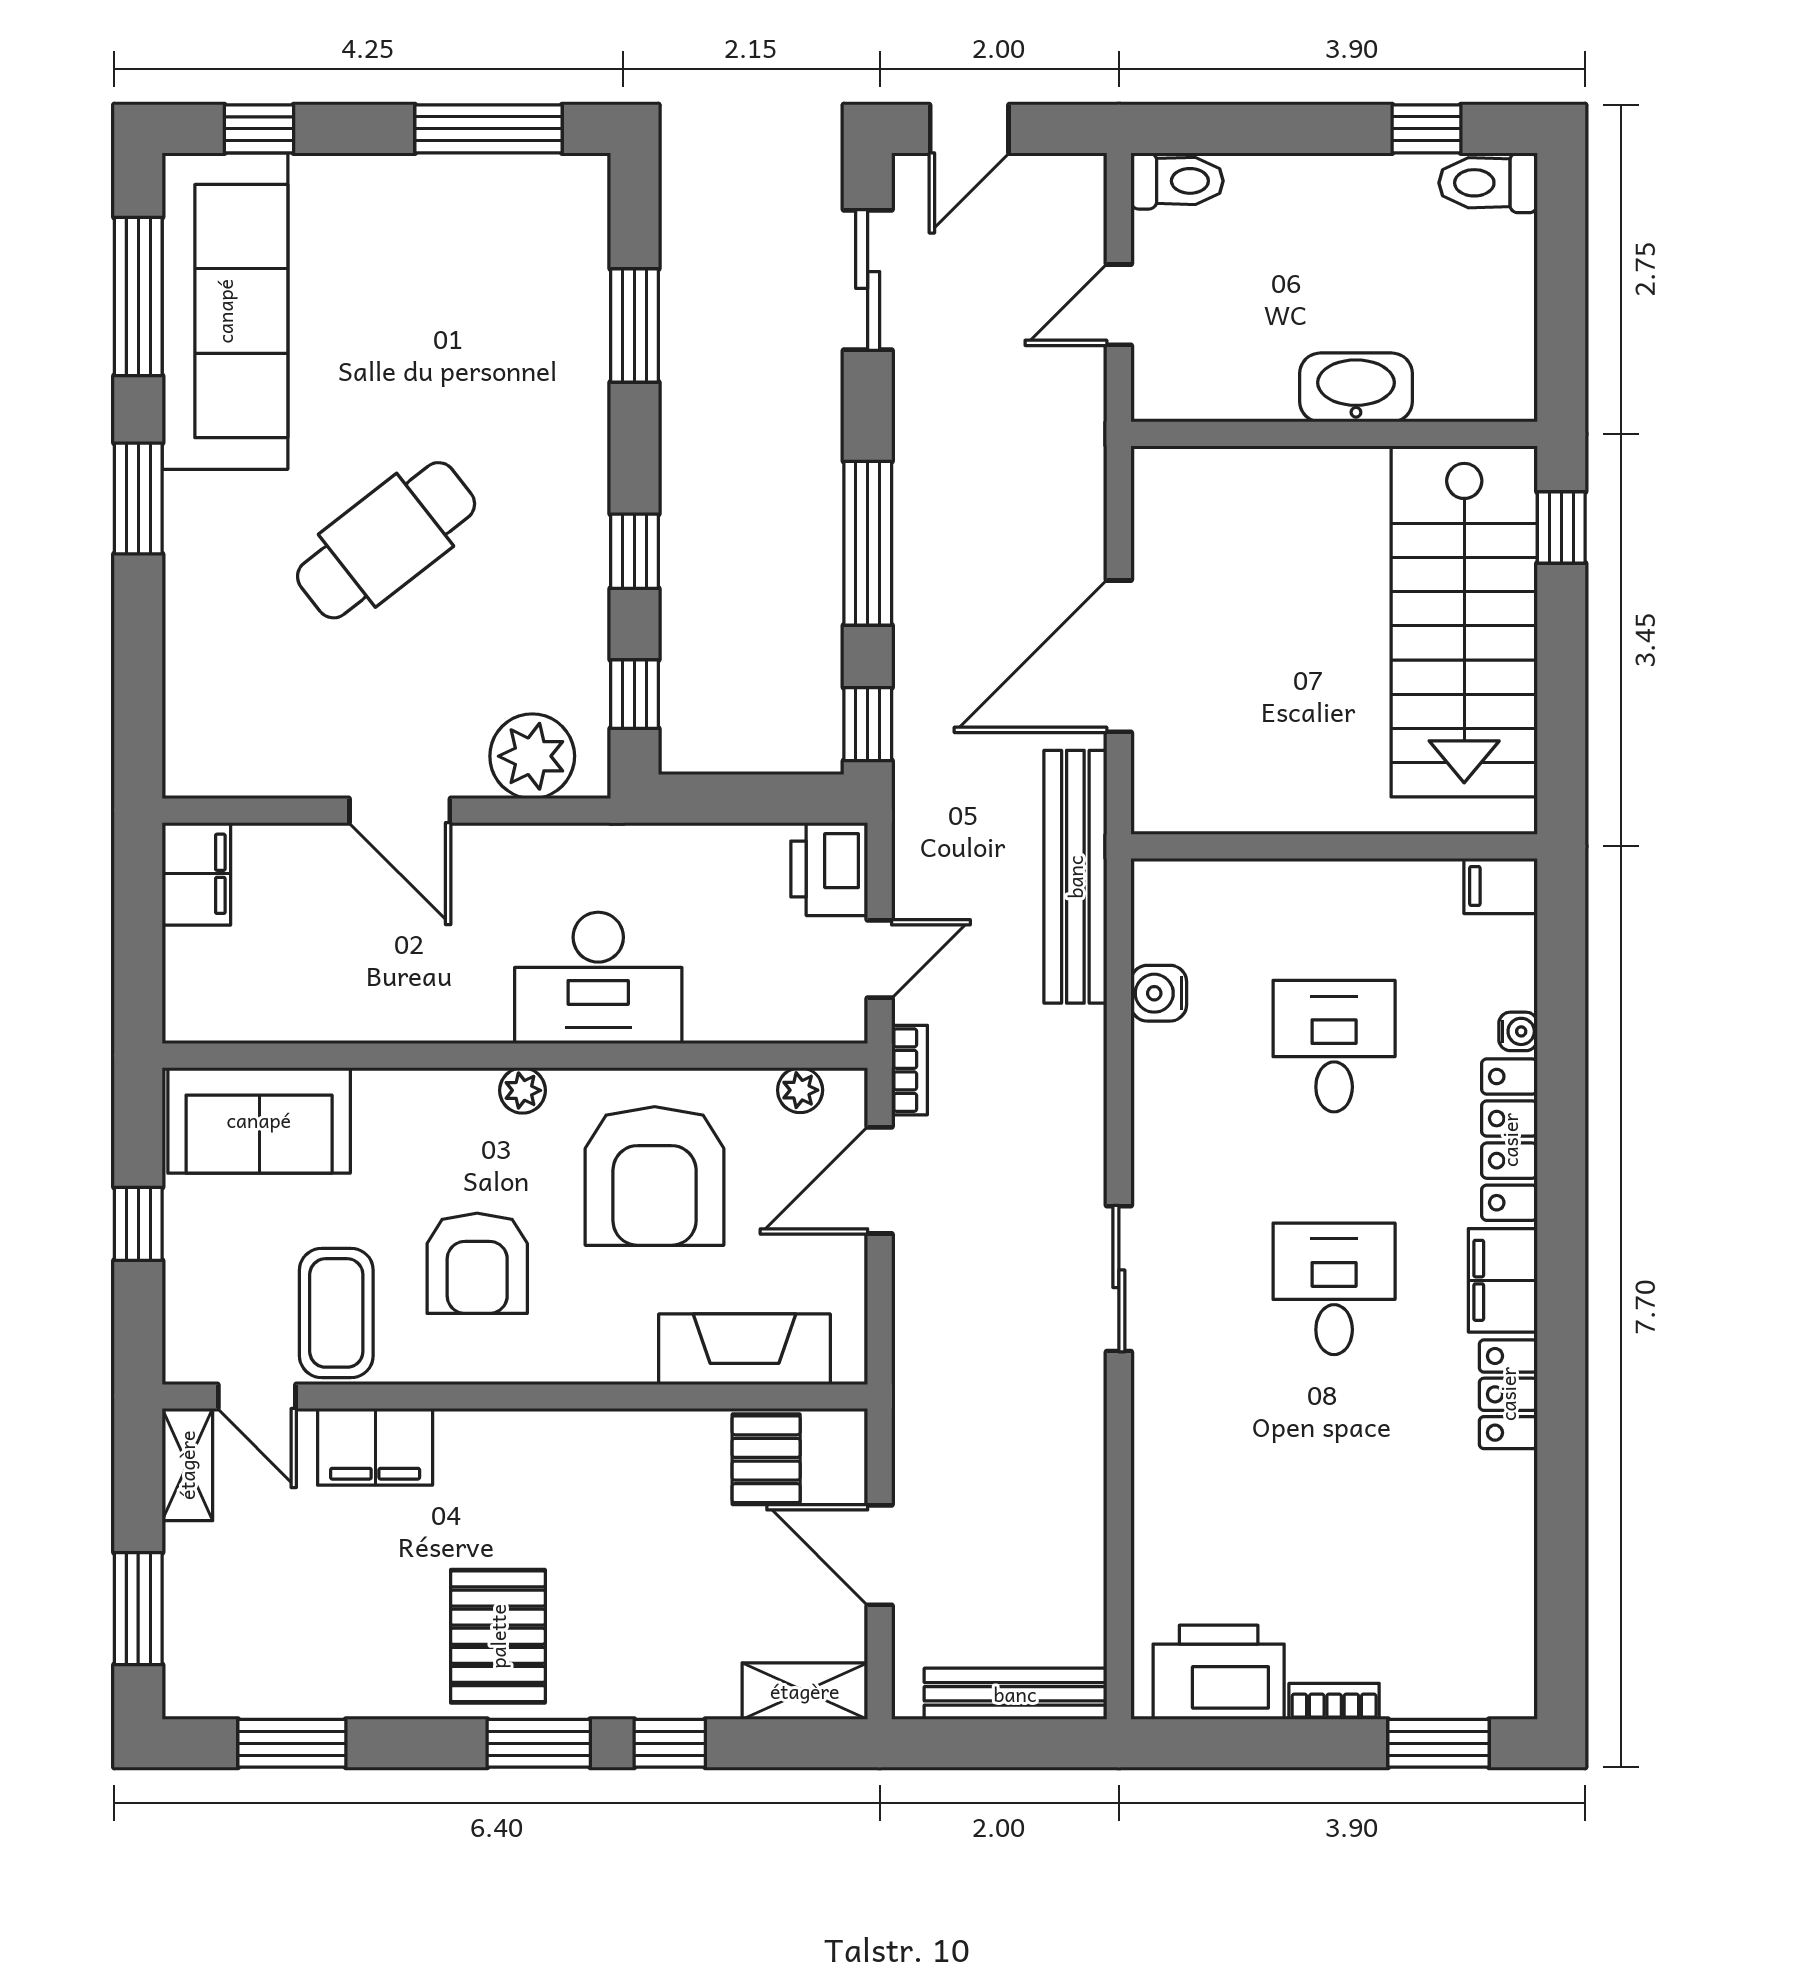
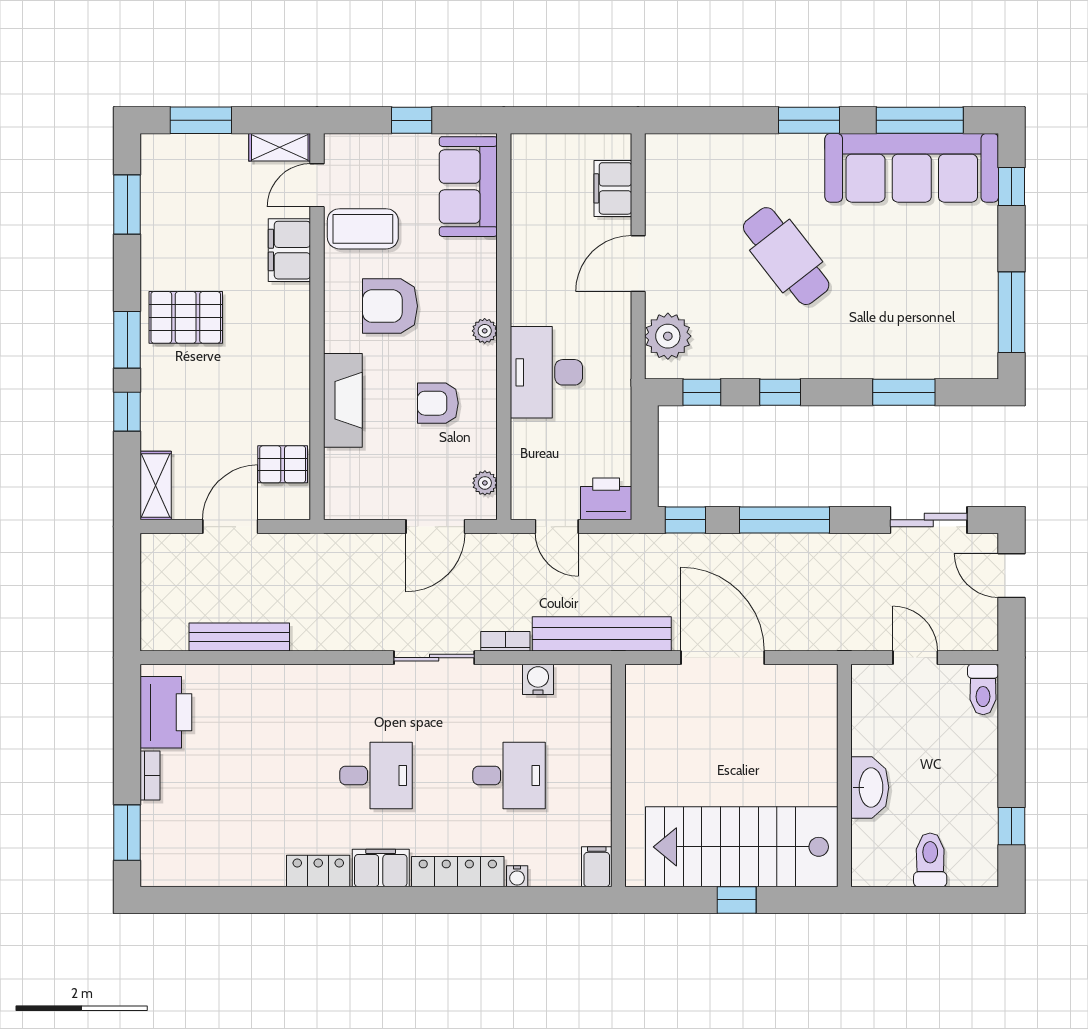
toilet: (1488, 183) -> (930, 860), moved
window: (1561, 528) -> (737, 900), moved
filing cabinet: (196, 874) -> (613, 188), moved, turned 90
bookcase: (910, 1070) -> (505, 641), moved, turned 180
armchair: (655, 1176) -> (438, 403), width x0.53, depth x0.53
door: (880, 1180) -> (435, 527), swing flipped
sliding door: (1119, 1279) -> (434, 658), moved
fireplace: (745, 1349) -> (343, 400), moved
bench: (1015, 1694) -> (239, 637), moved, turned 90

